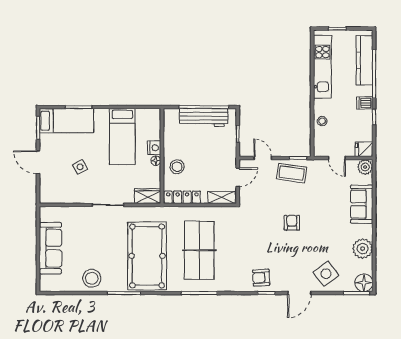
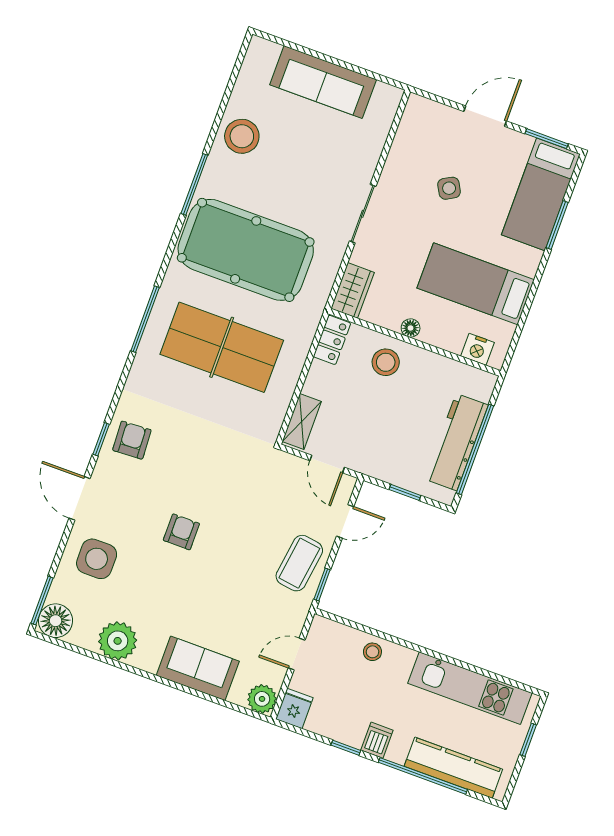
nightstand: (154, 148) -> (477, 349), moved
locker: (182, 197) -> (332, 340), width x0.66
armchair: (292, 223) -> (181, 532), moved, turned -90
side table: (326, 274) -> (97, 559), turned 37

